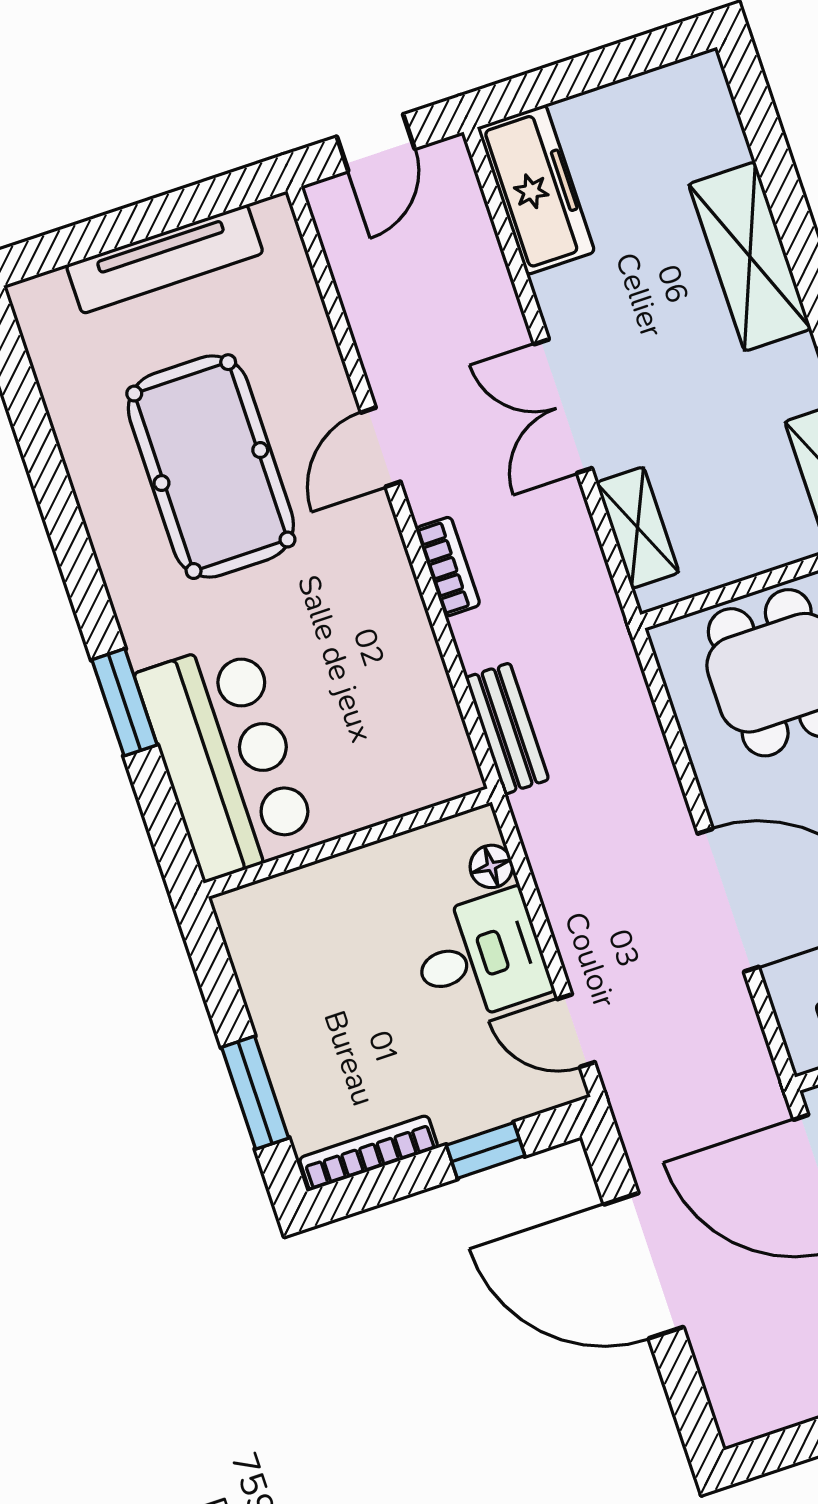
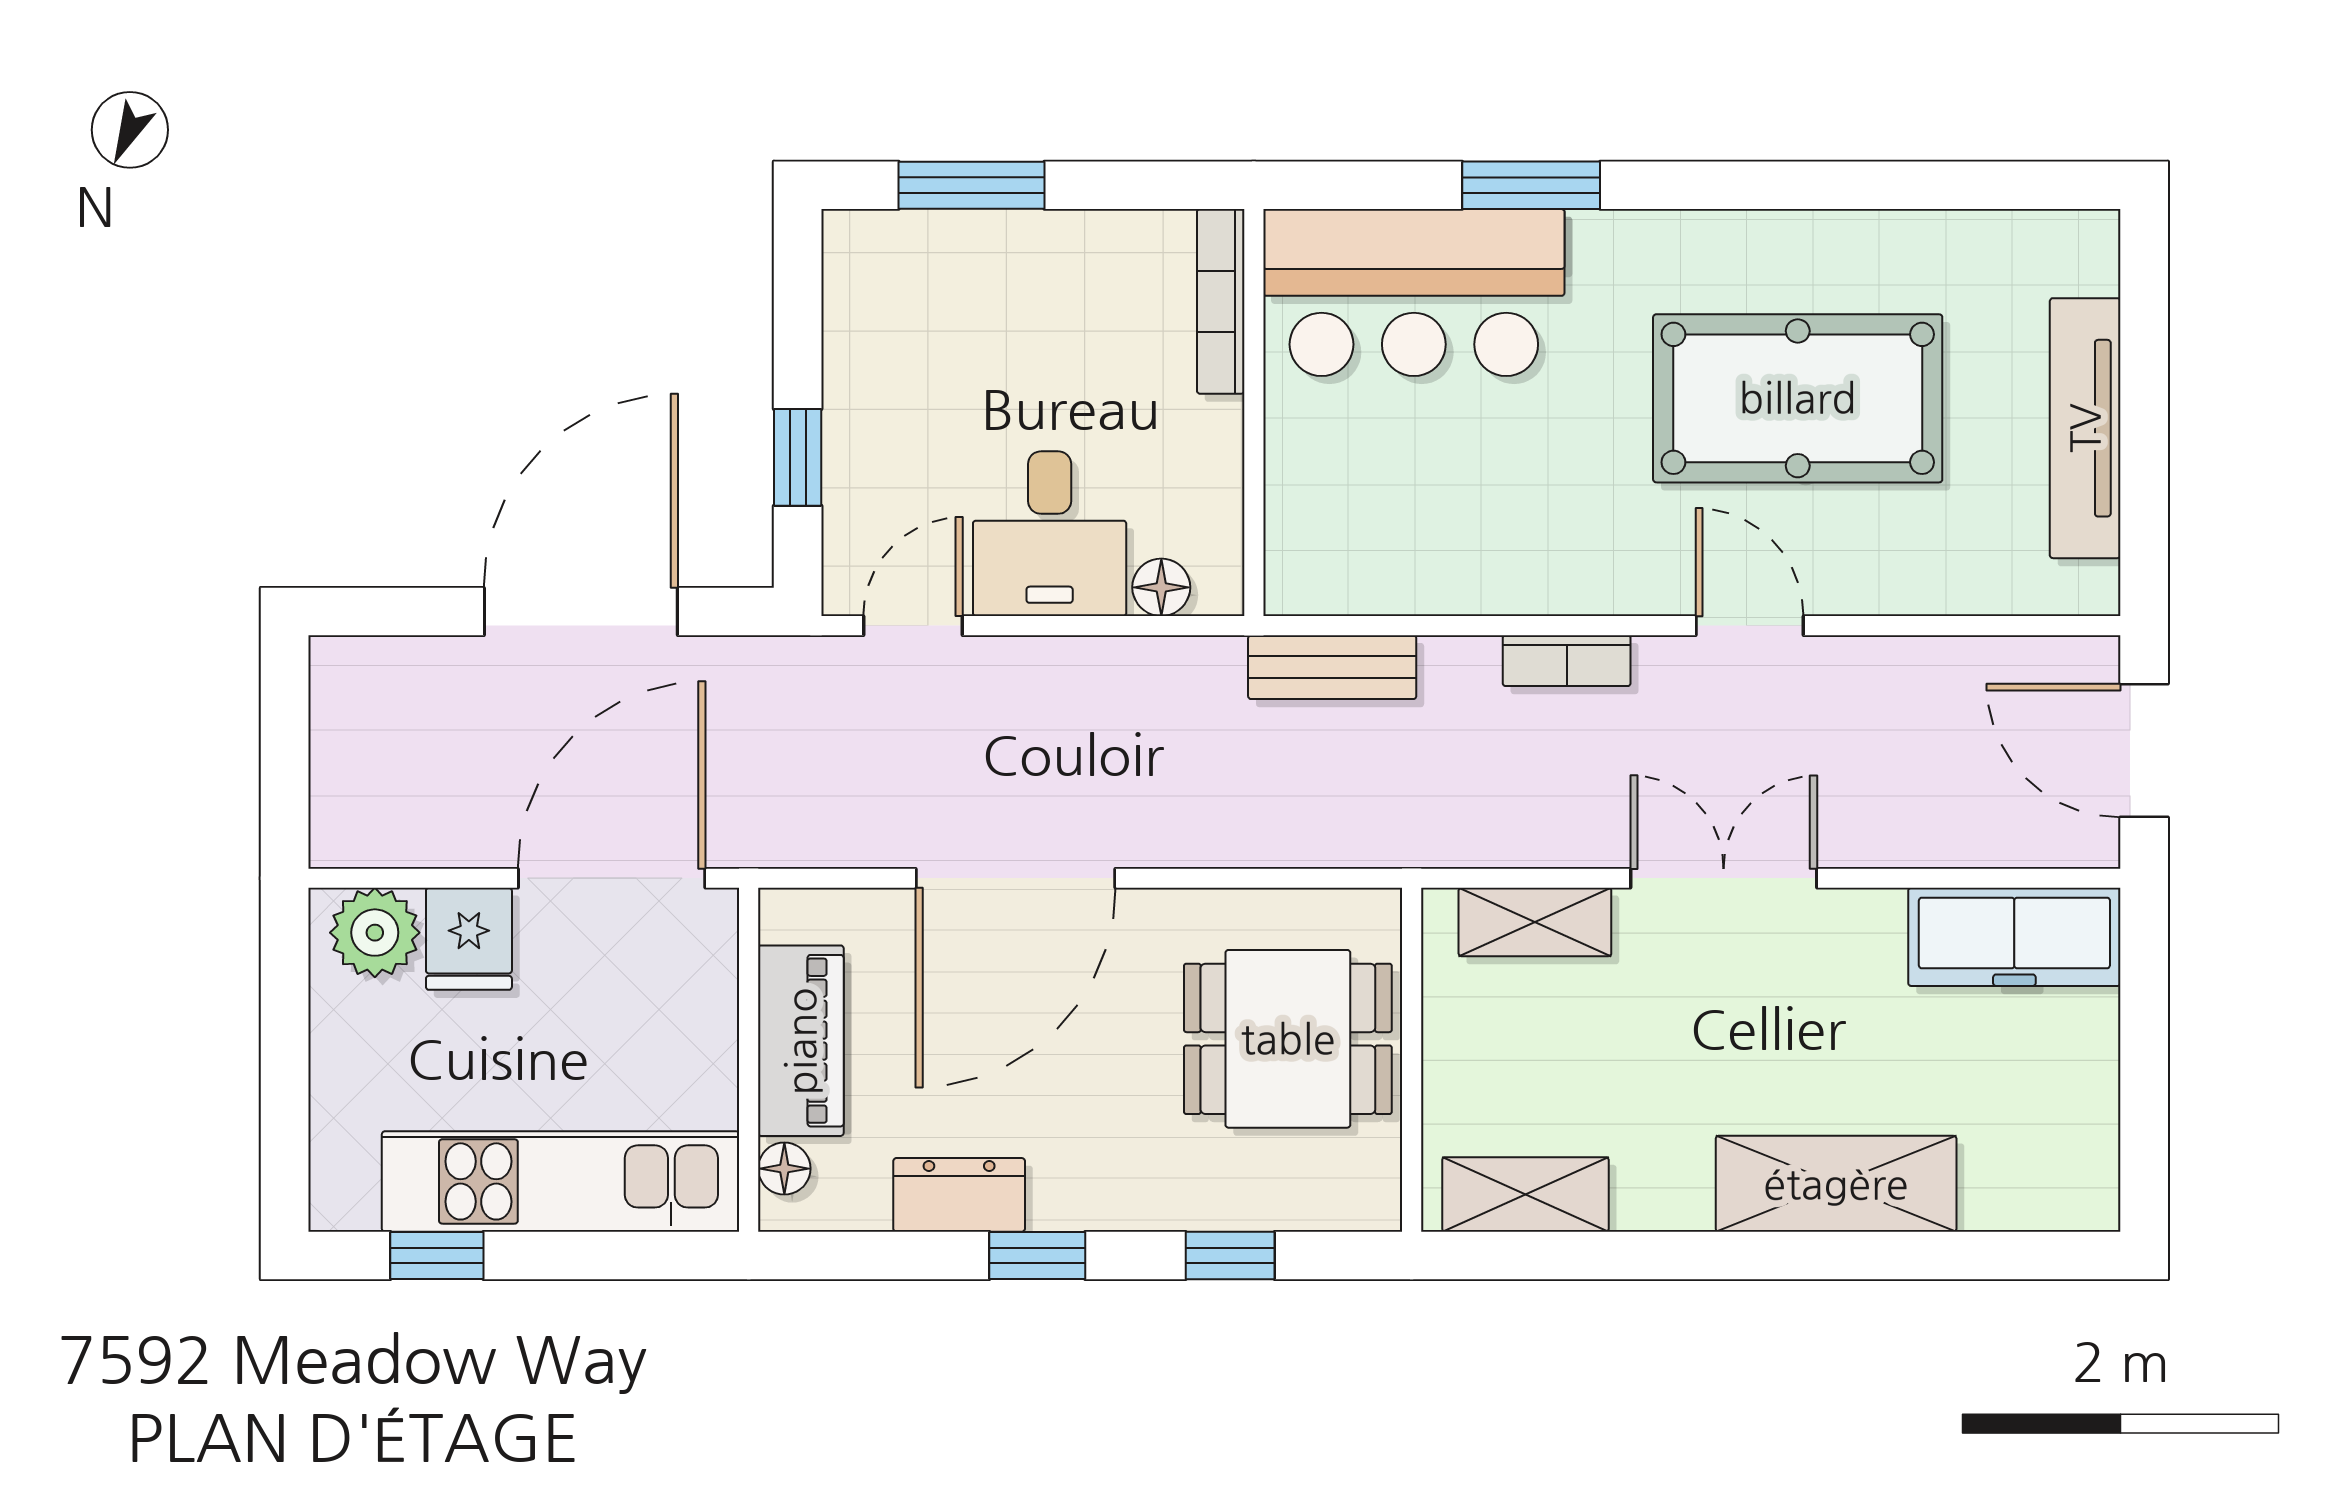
door: (376, 143) -> (2144, 750), width x1.38
bookcase: (369, 1153) -> (1221, 301), moved, turned 180

